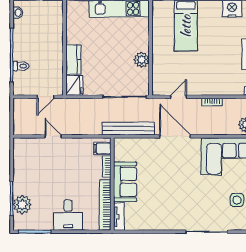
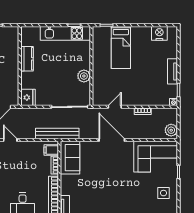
kitchen counter: (73, 60) -> (27, 59), moved
bench: (128, 129) -> (57, 133), moved
sofa: (125, 182) -> (70, 158), moved

